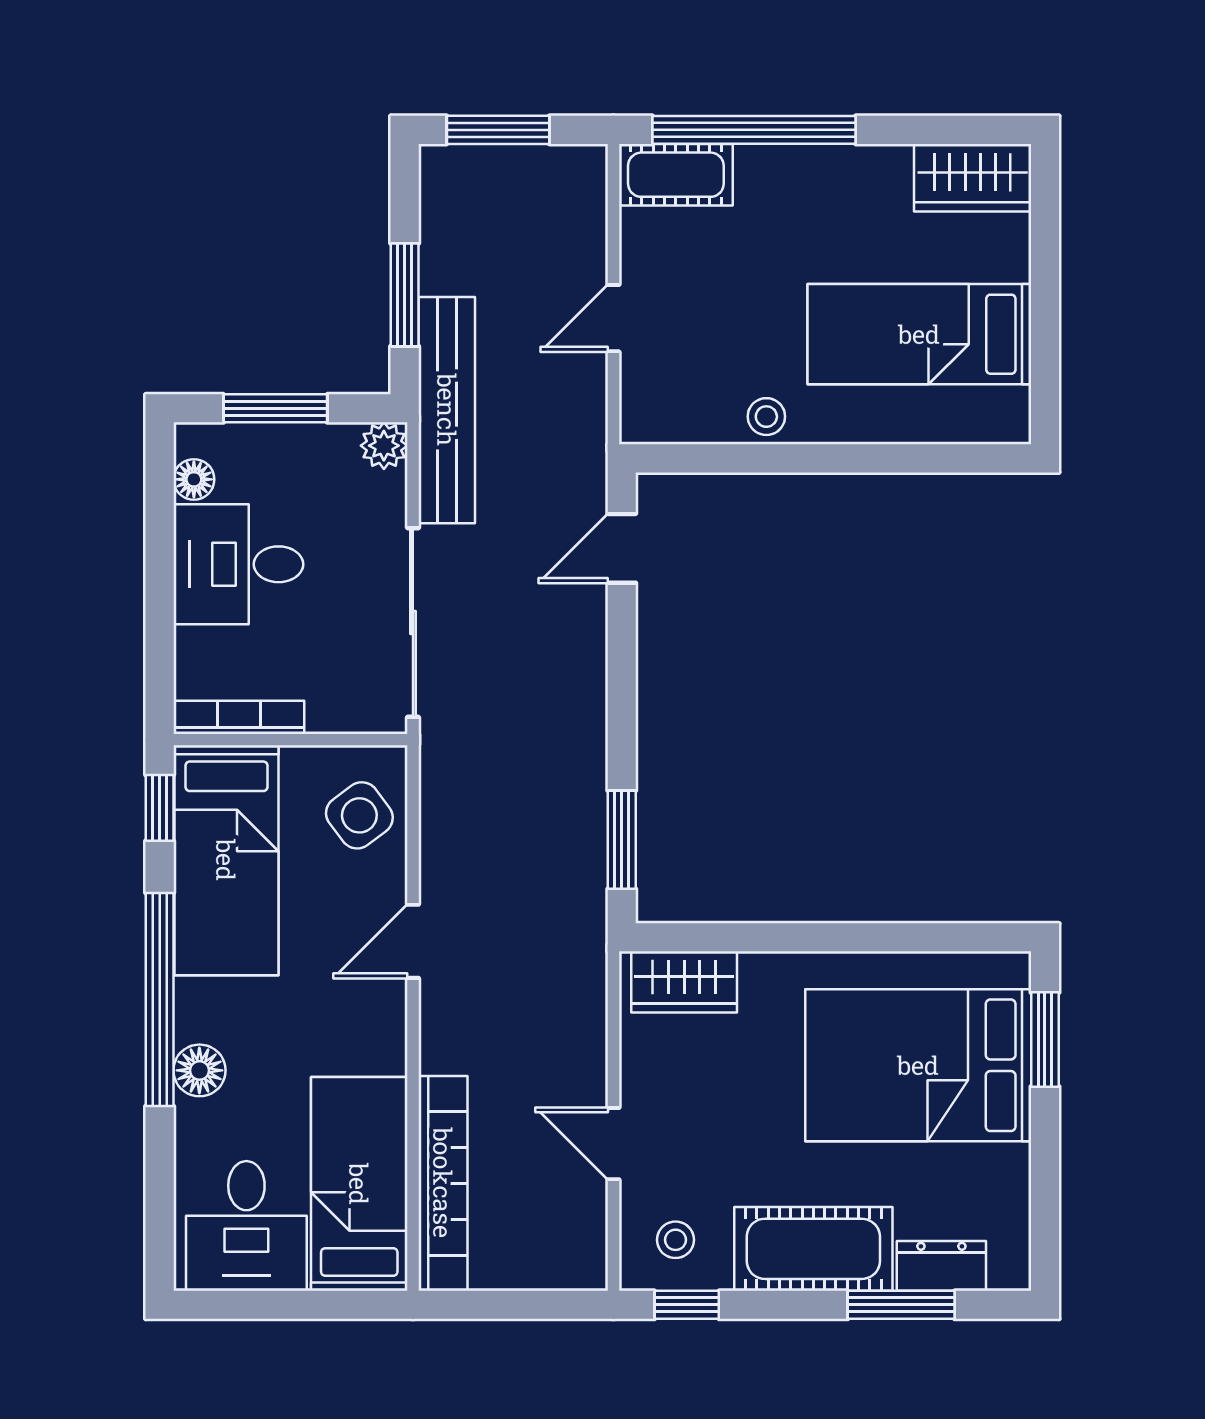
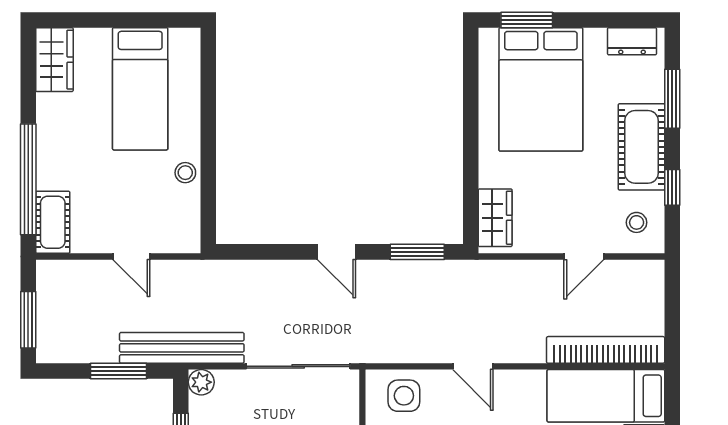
door: (622, 548) -> (337, 252), moved
side table: (359, 815) -> (404, 396), turned 37
dresser: (941, 1266) -> (632, 41), moved, turned -90
window: (687, 1305) -> (672, 187), moved

